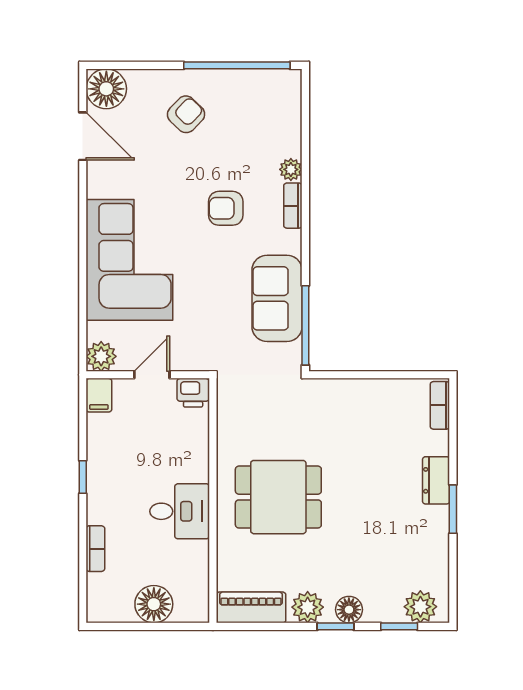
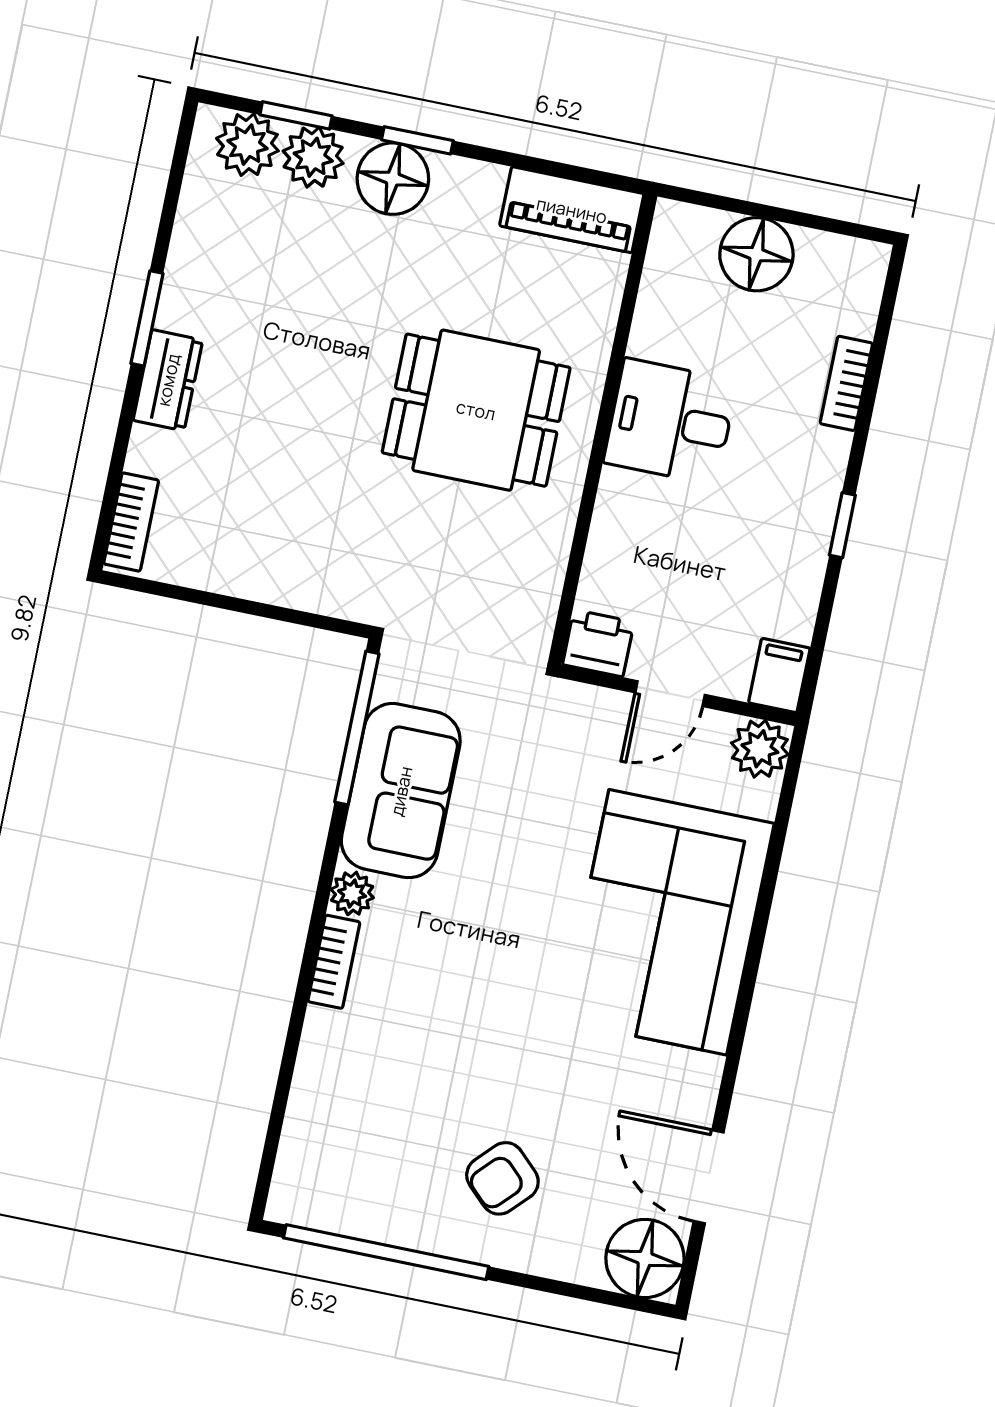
plant: (291, 169) -> (352, 893), moved
armchair: (226, 208) -> (463, 983), removed
plant: (308, 607) -> (313, 157), moved
floor lamp: (349, 610) -> (393, 179), width x1.38, depth x1.38

